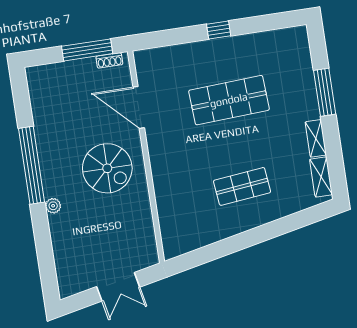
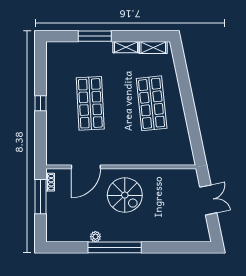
spiral stairs: (107, 168) -> (125, 195), turned 90
shop shelf: (242, 186) -> (152, 103), width x1.43, depth x1.36
plant: (53, 206) -> (95, 237), moved

